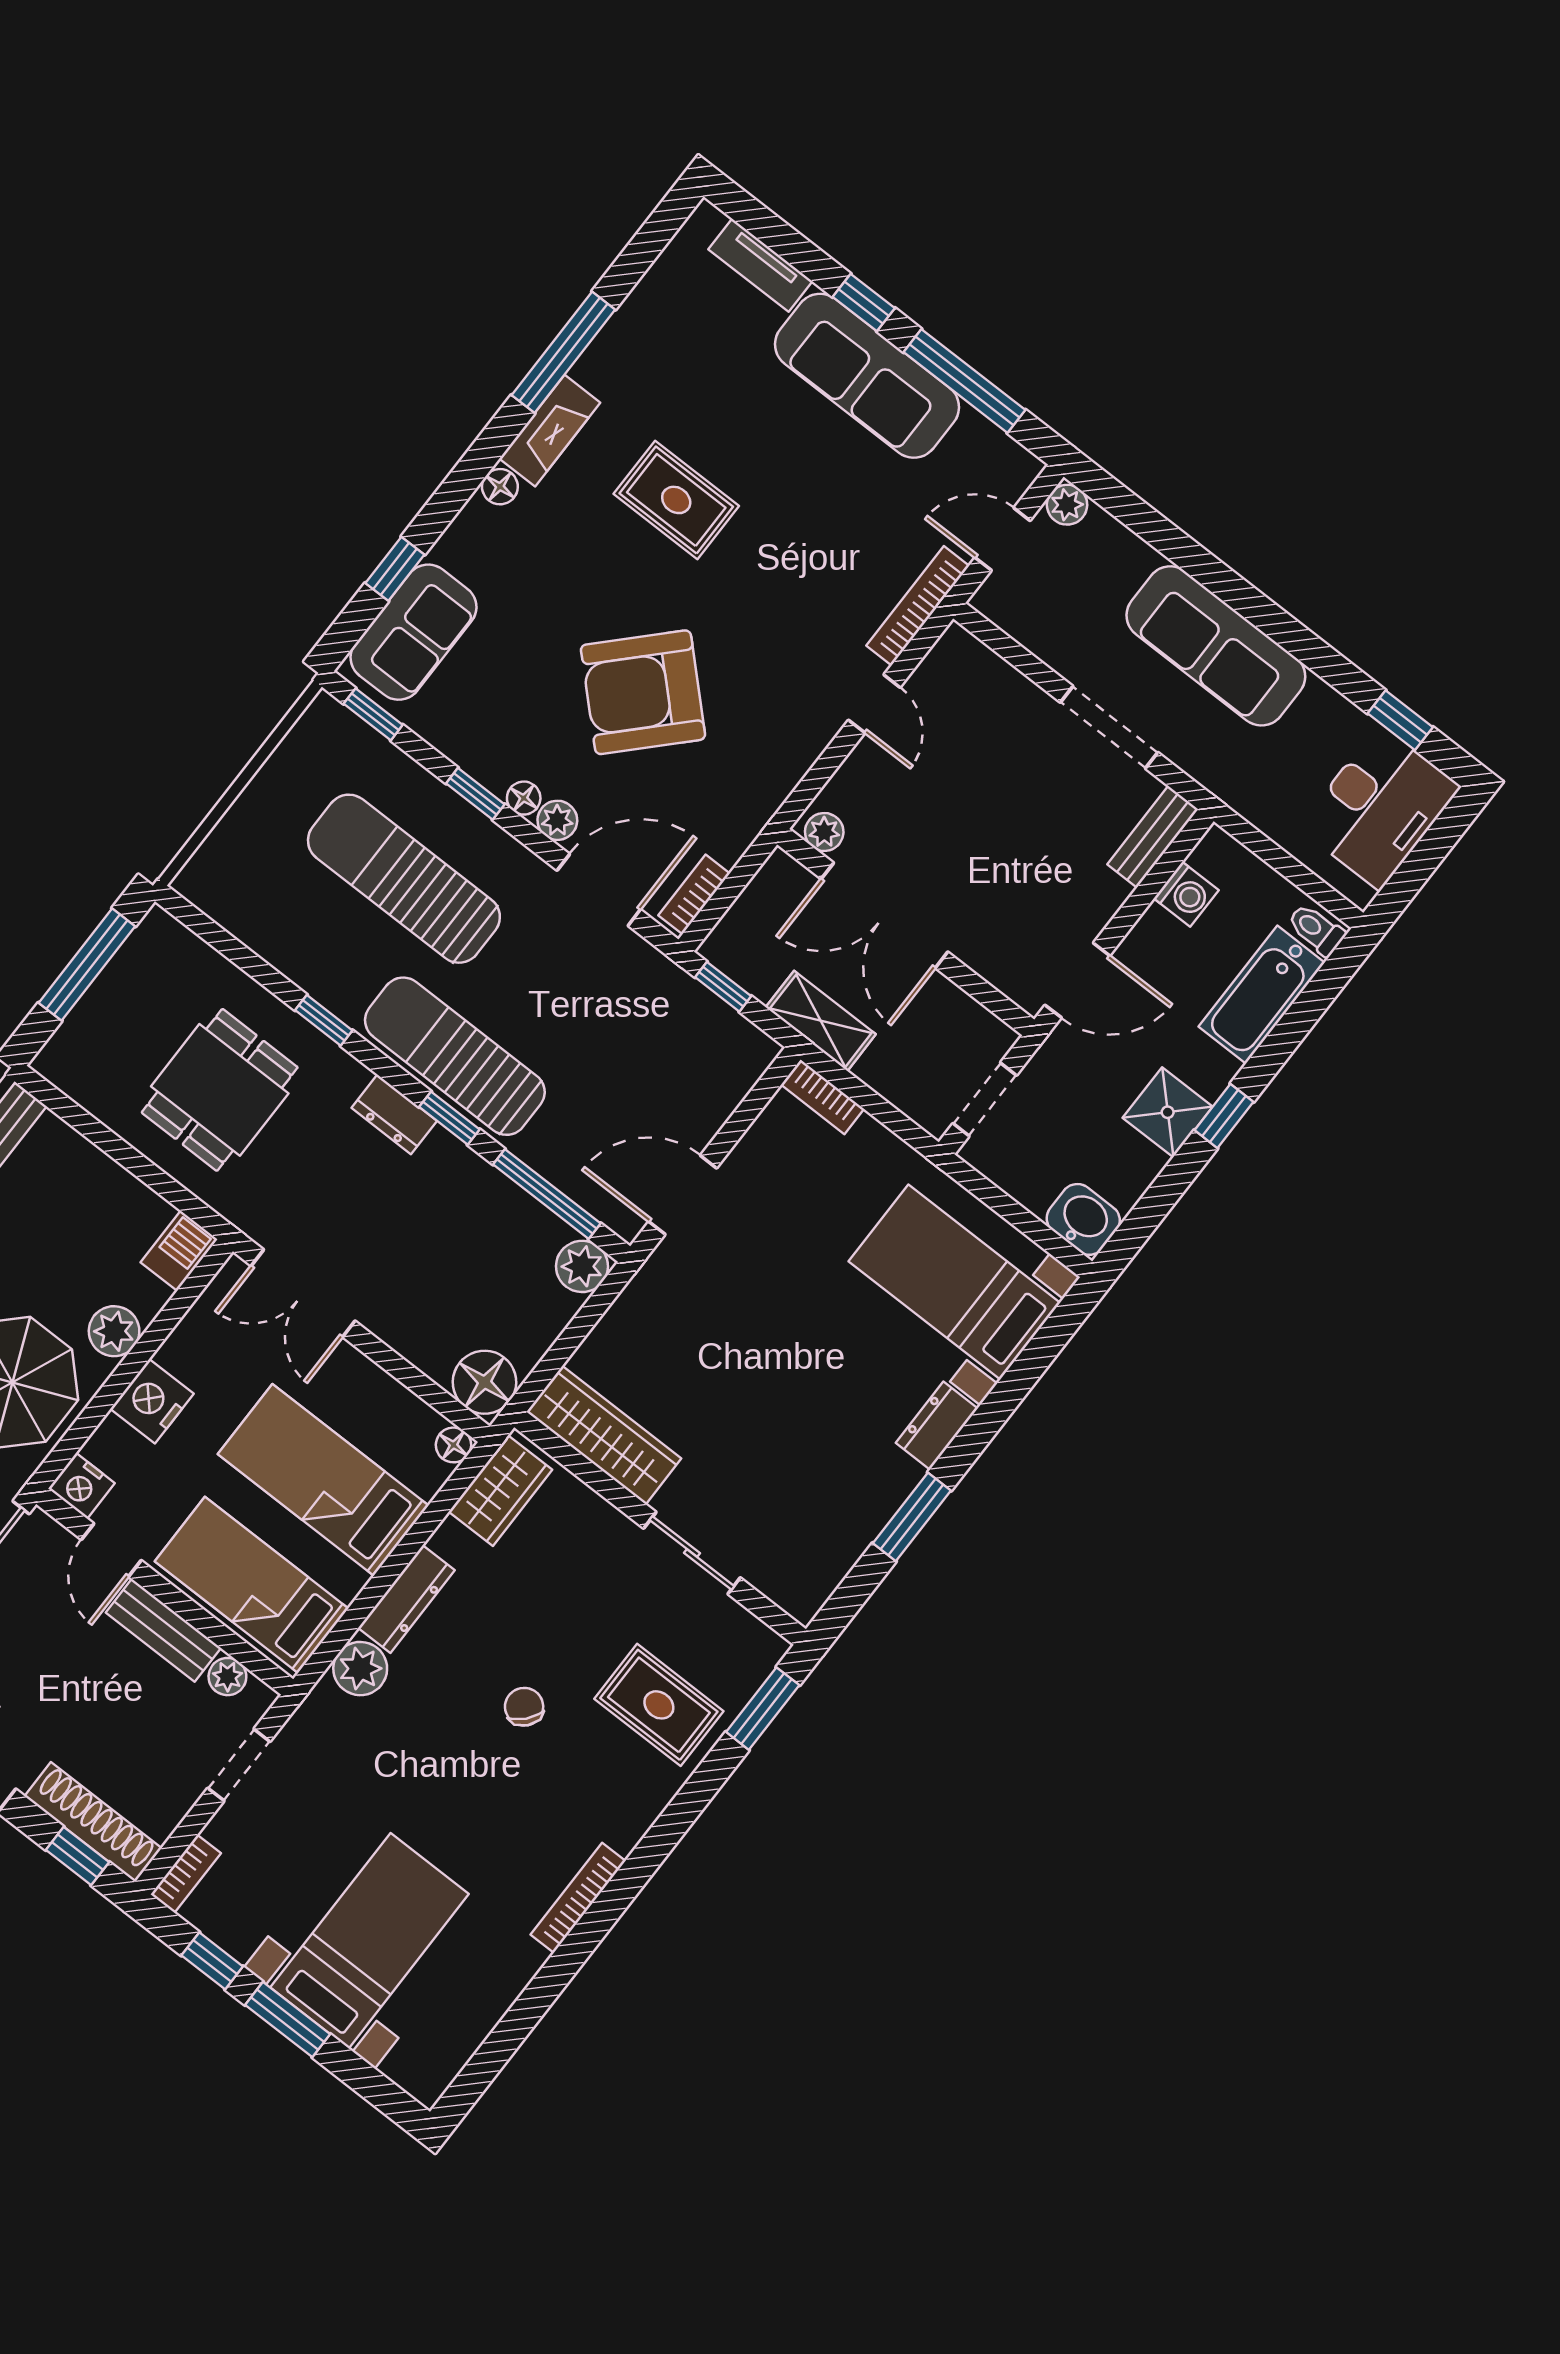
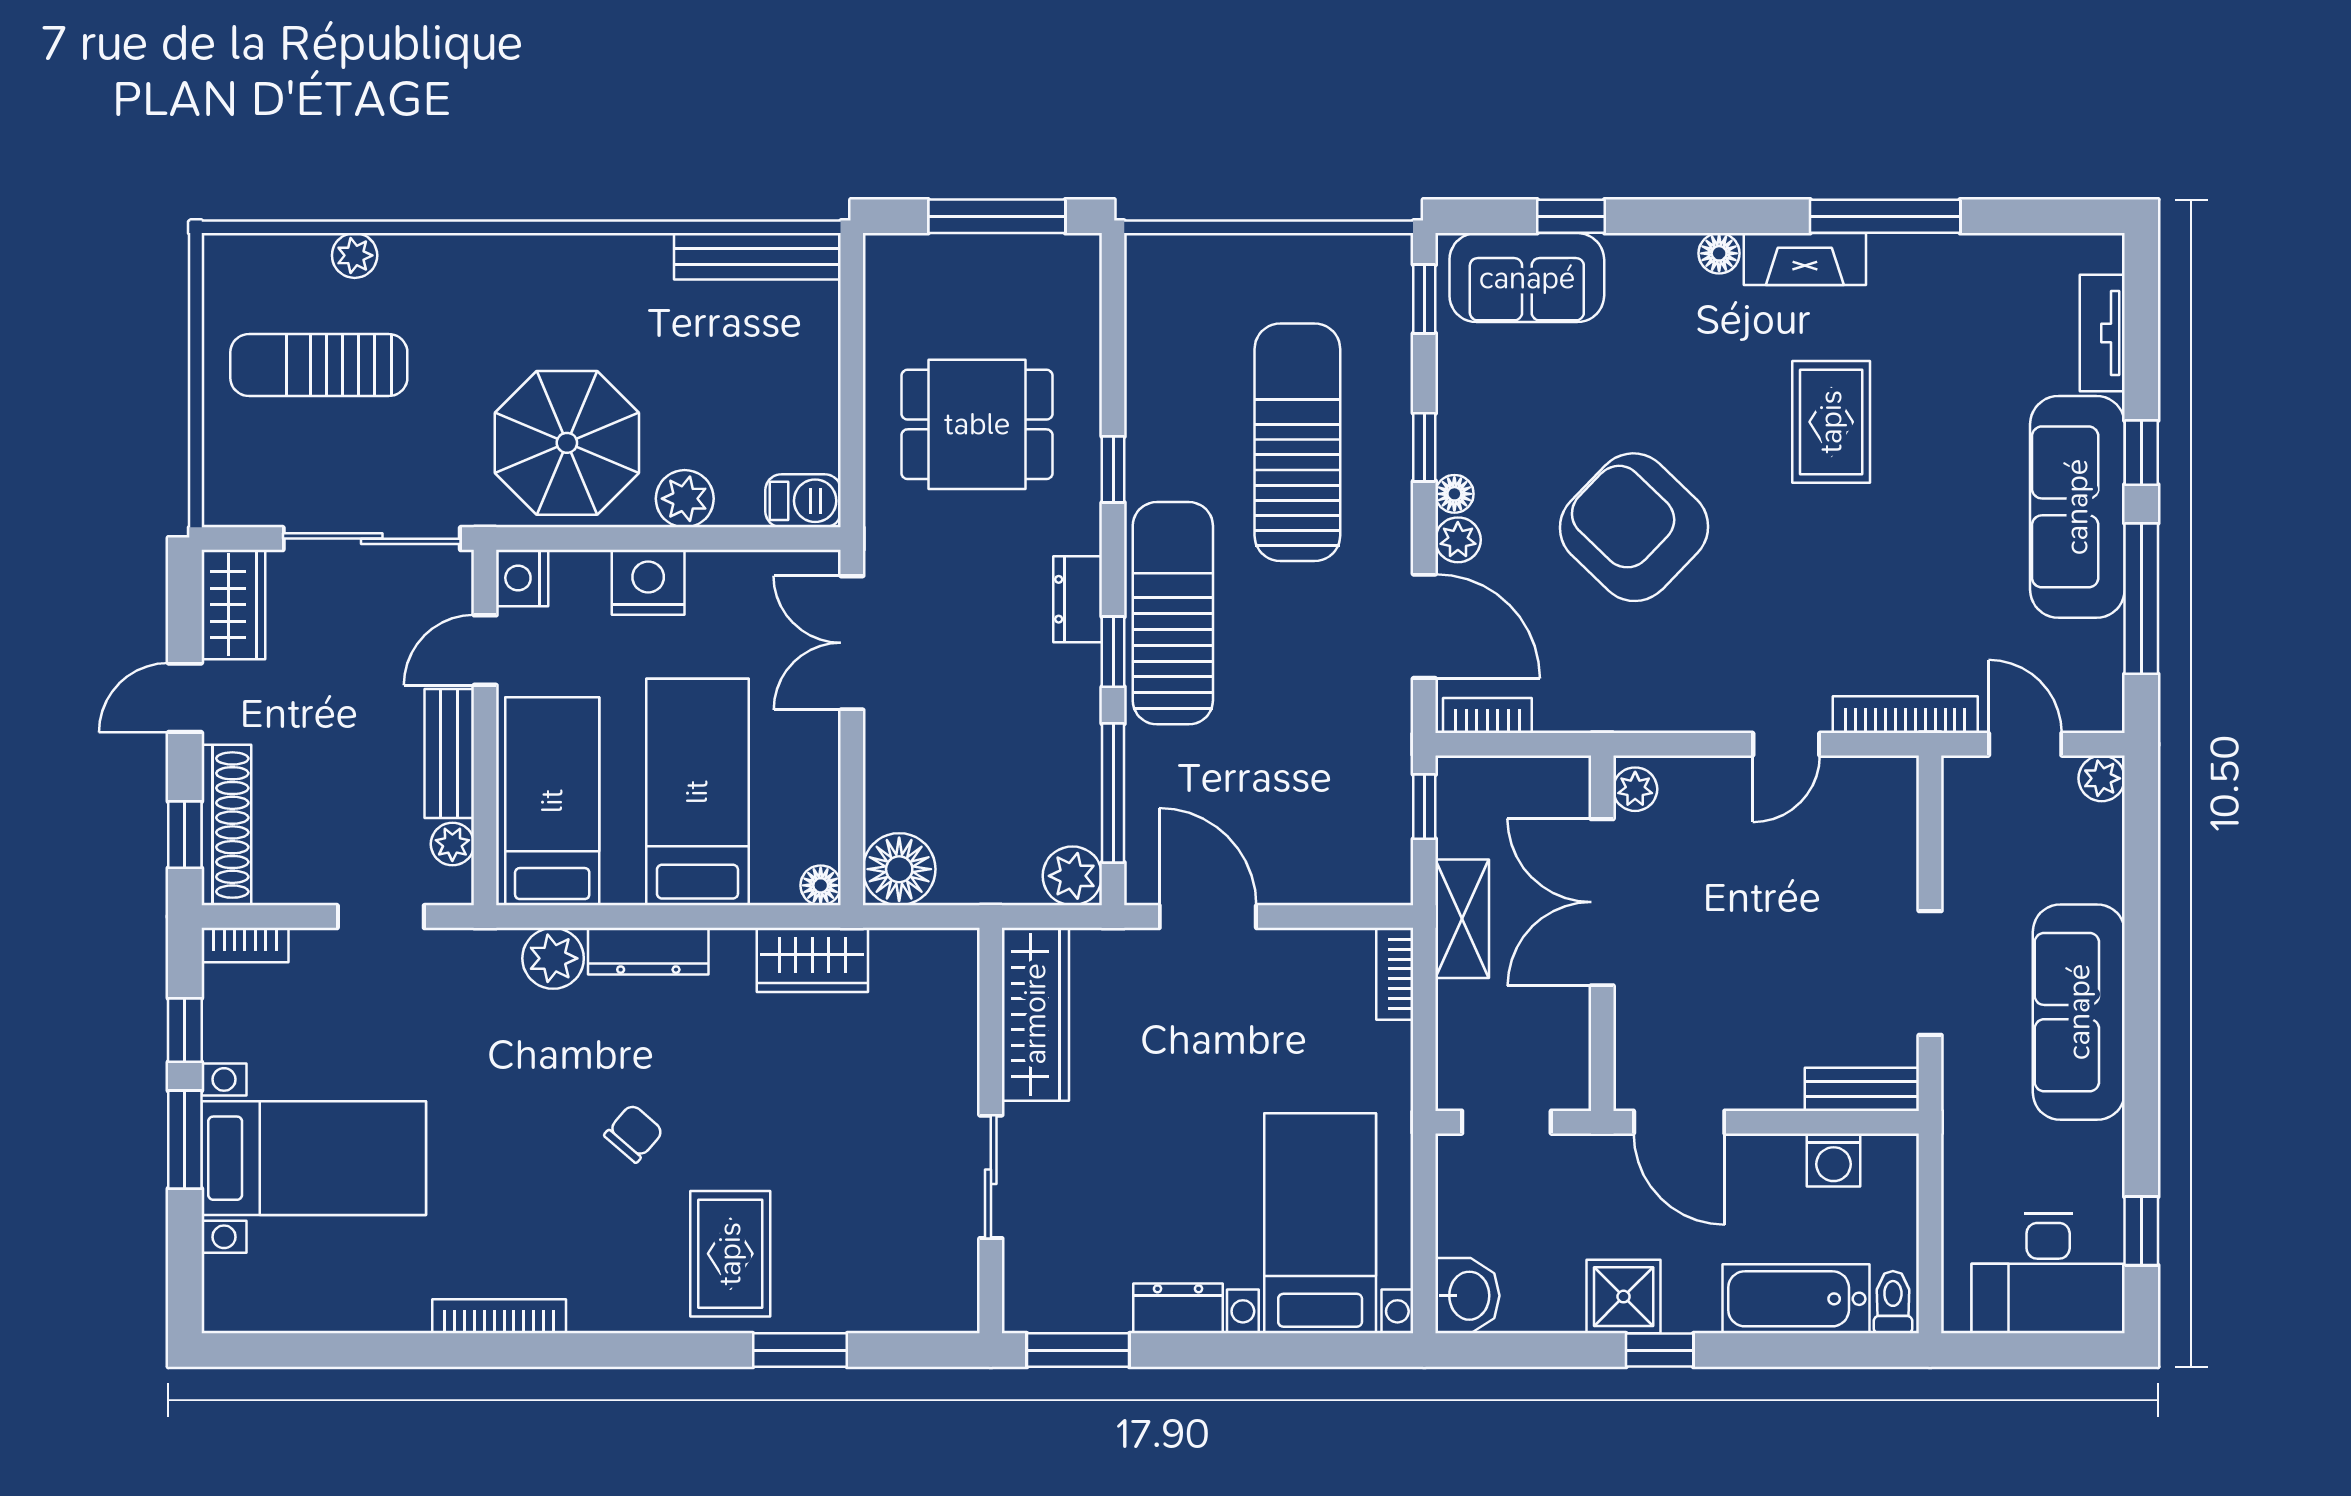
wardrobe: (604, 1435) -> (1035, 1014), moved
wall: (660, 1528) -> (991, 1131), moved
sliding door: (692, 1553) -> (991, 1177), moved

